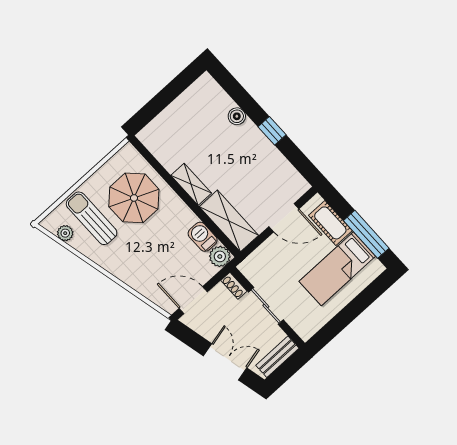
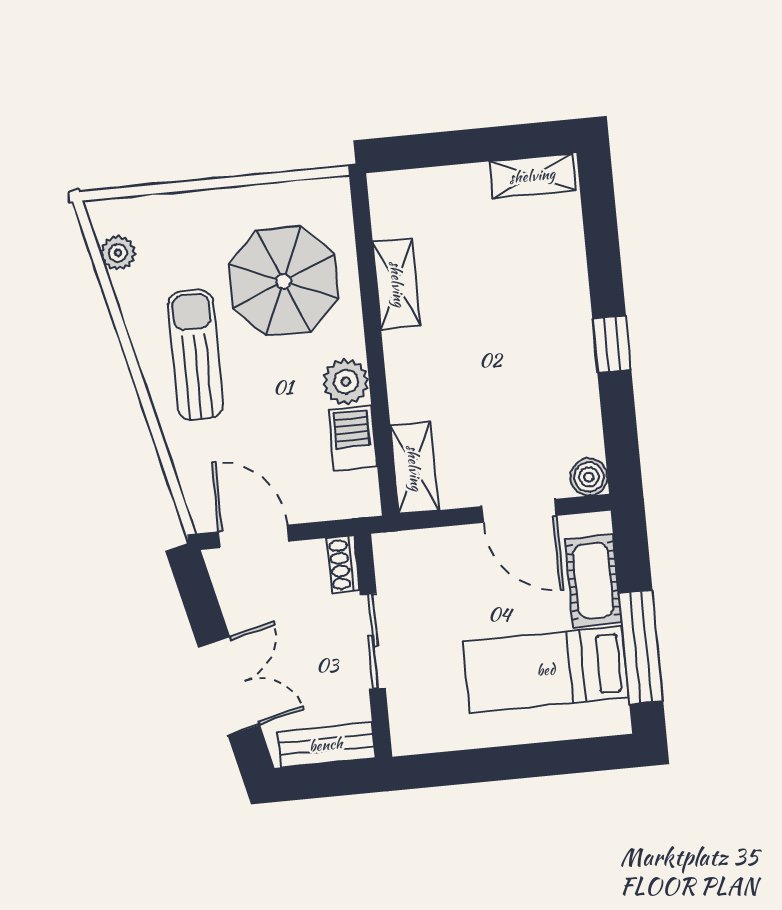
shelving: (197, 91) -> (532, 176), added
boiler: (237, 116) -> (589, 477), moved
shelving: (191, 184) -> (397, 284), moved
sun lounger: (92, 218) -> (195, 355), moved
shelving: (229, 221) -> (414, 468), width x0.67, depth x0.75
plant: (220, 256) -> (346, 382), moved

